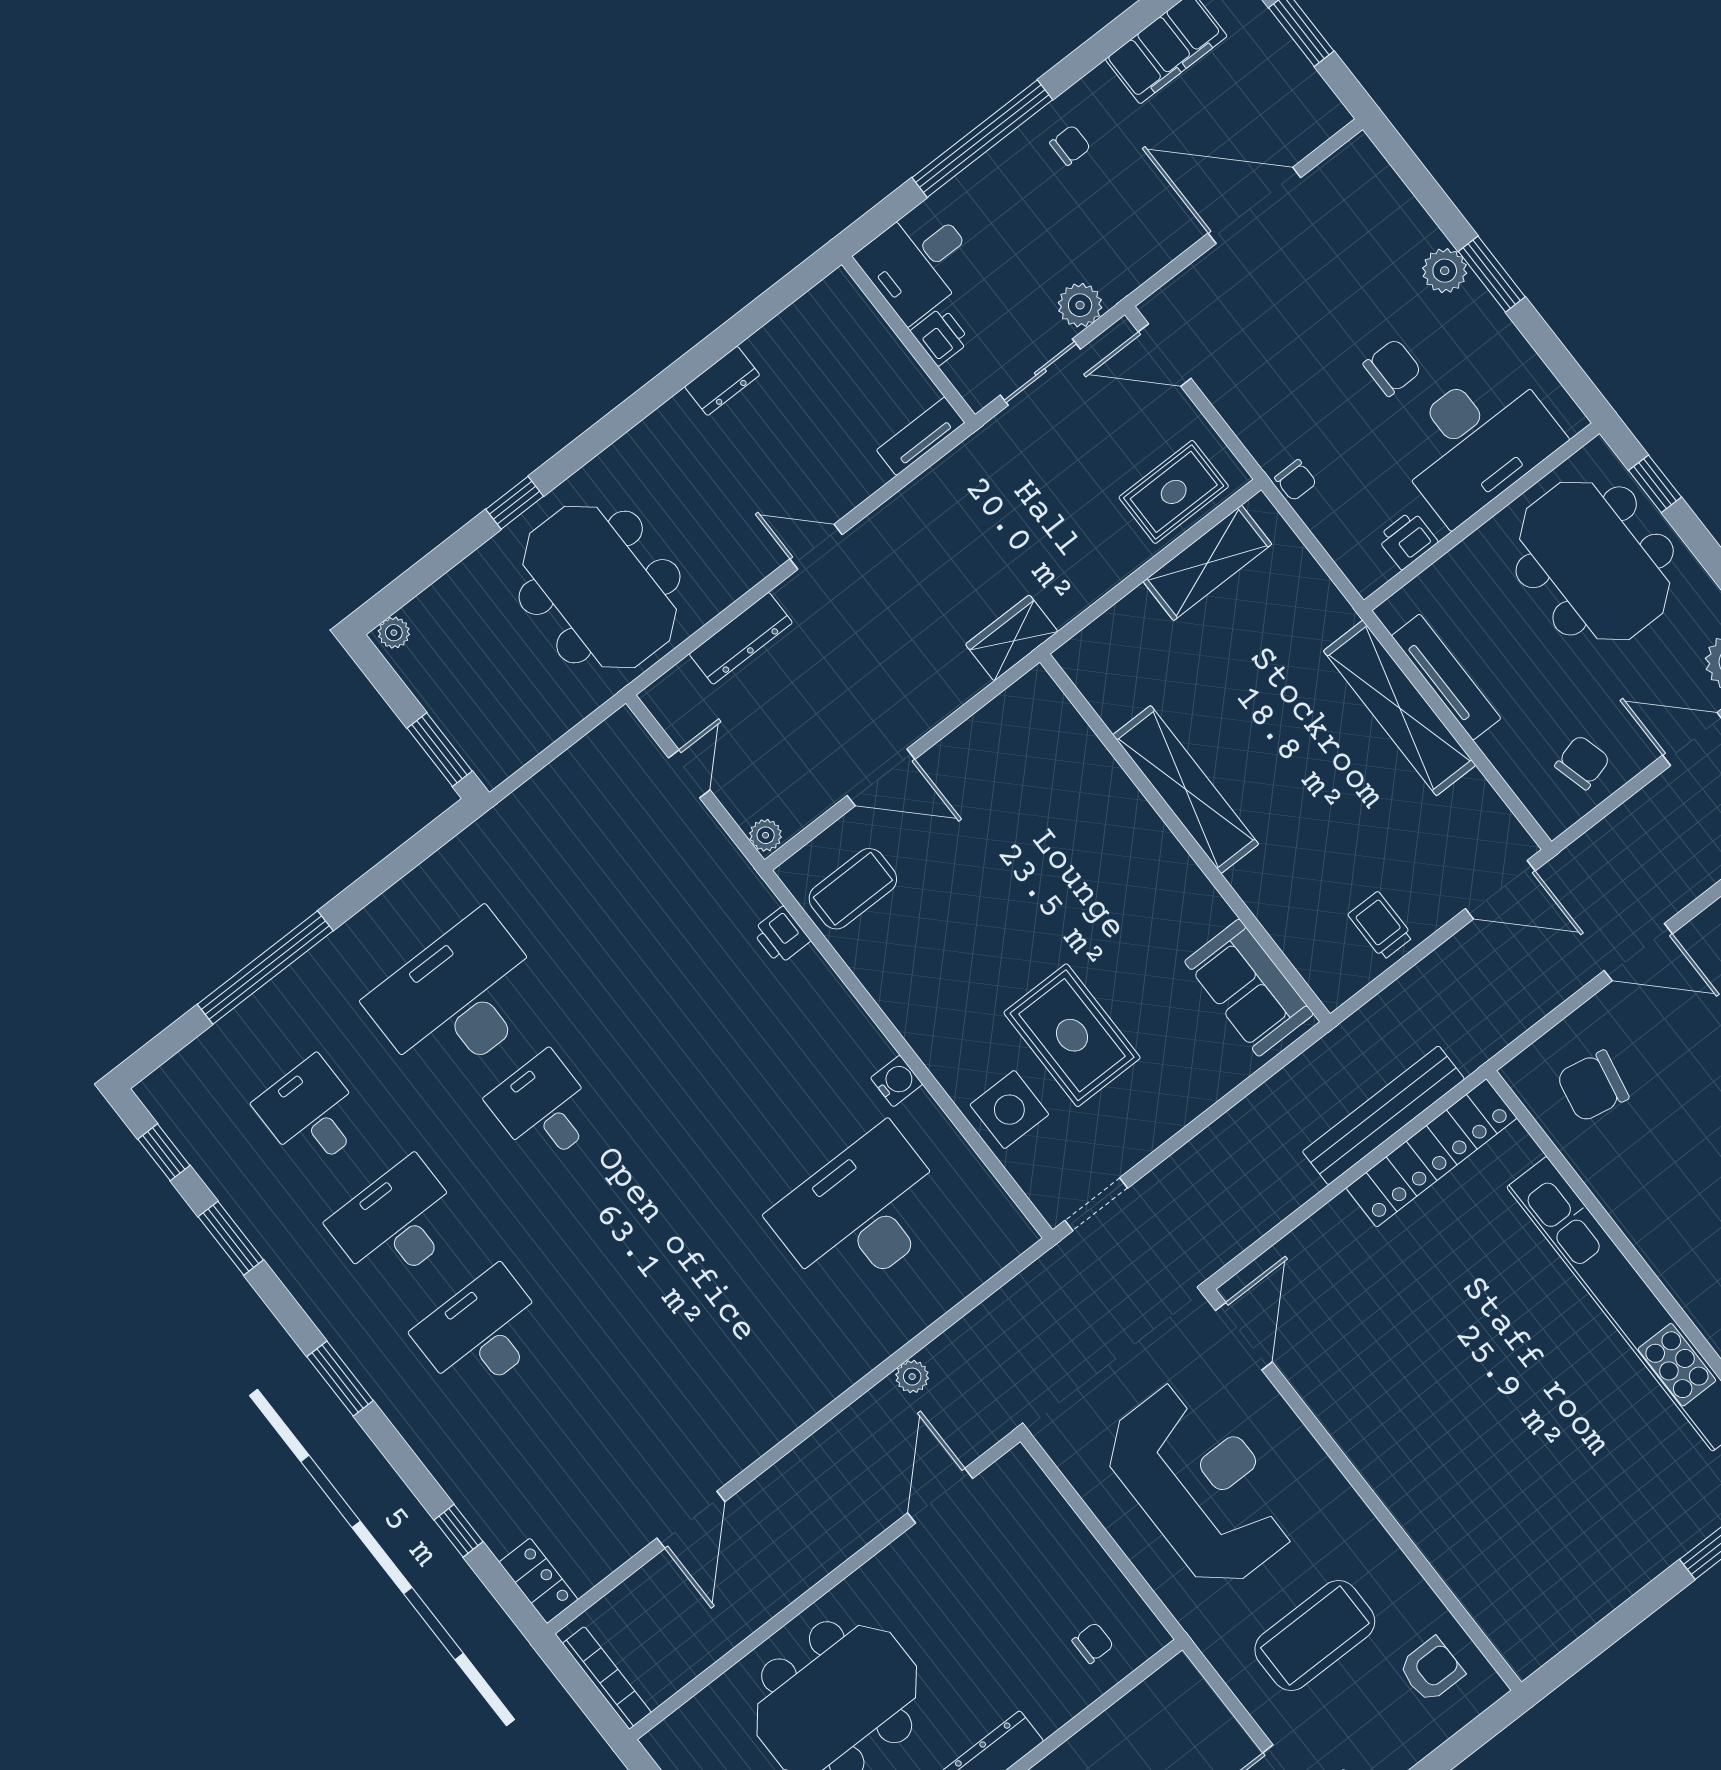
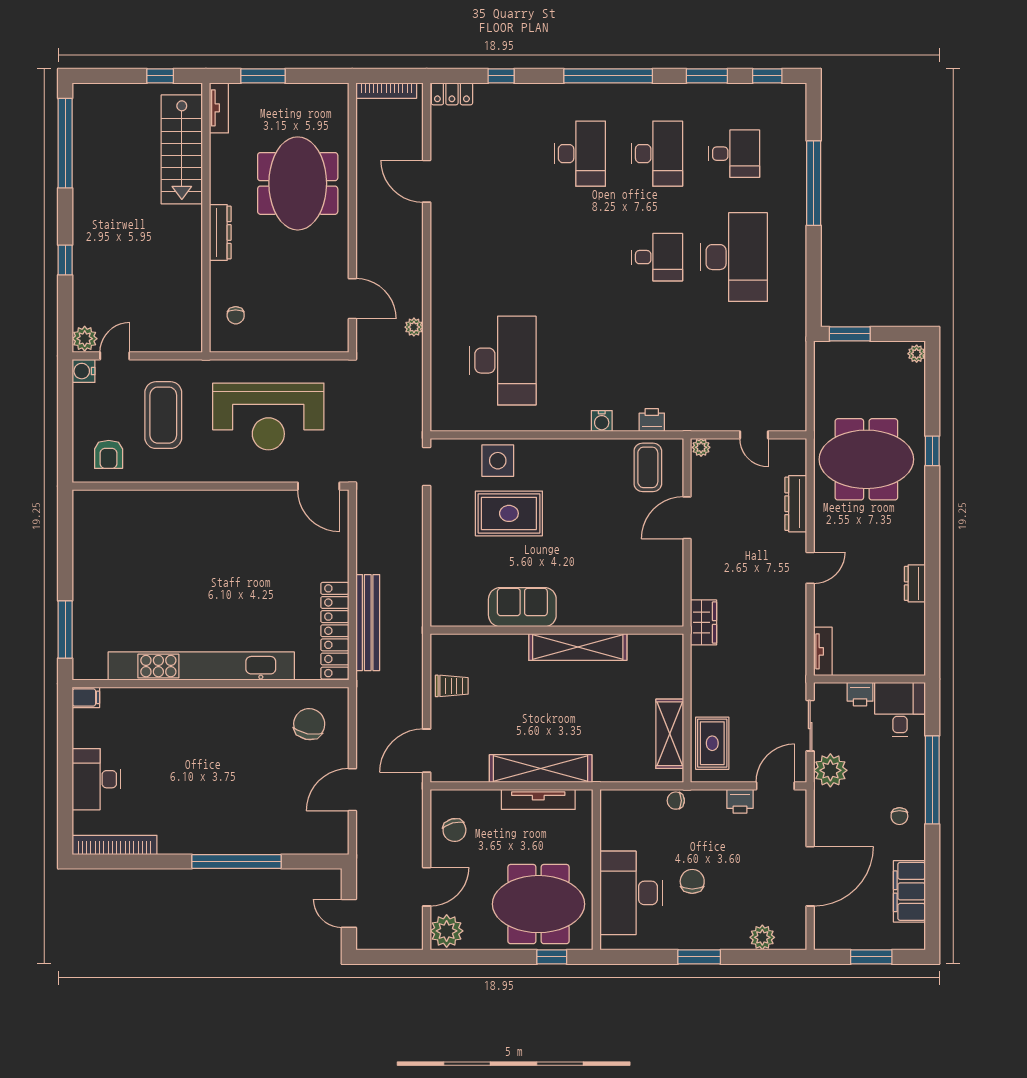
plant: (1445, 271) -> (762, 937), moved
plant: (1080, 305) -> (830, 770), width x1.36, depth x1.36
chair: (1392, 367) -> (692, 881), turned 180
printer: (1407, 540) -> (740, 801), moved, turned 90
sofa: (1249, 988) -> (522, 607), moved
water cooler: (897, 1081) -> (602, 421), moved
window: (340, 1379) -> (608, 76), width x2.11

